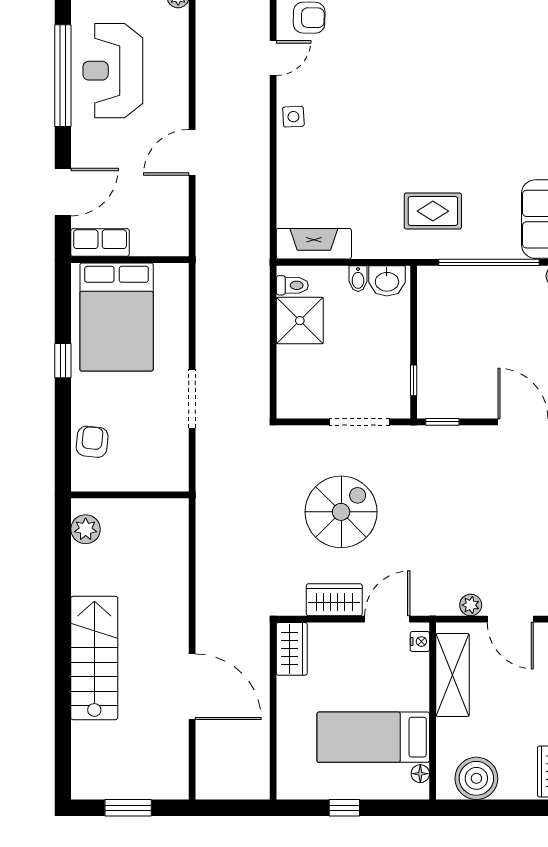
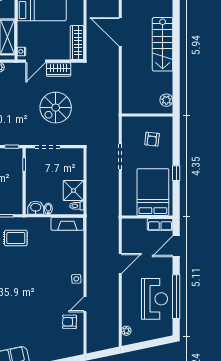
armchair: (92, 442) -> (152, 139), moved
wardrobe: (292, 649) -> (77, 43), width x1.50

